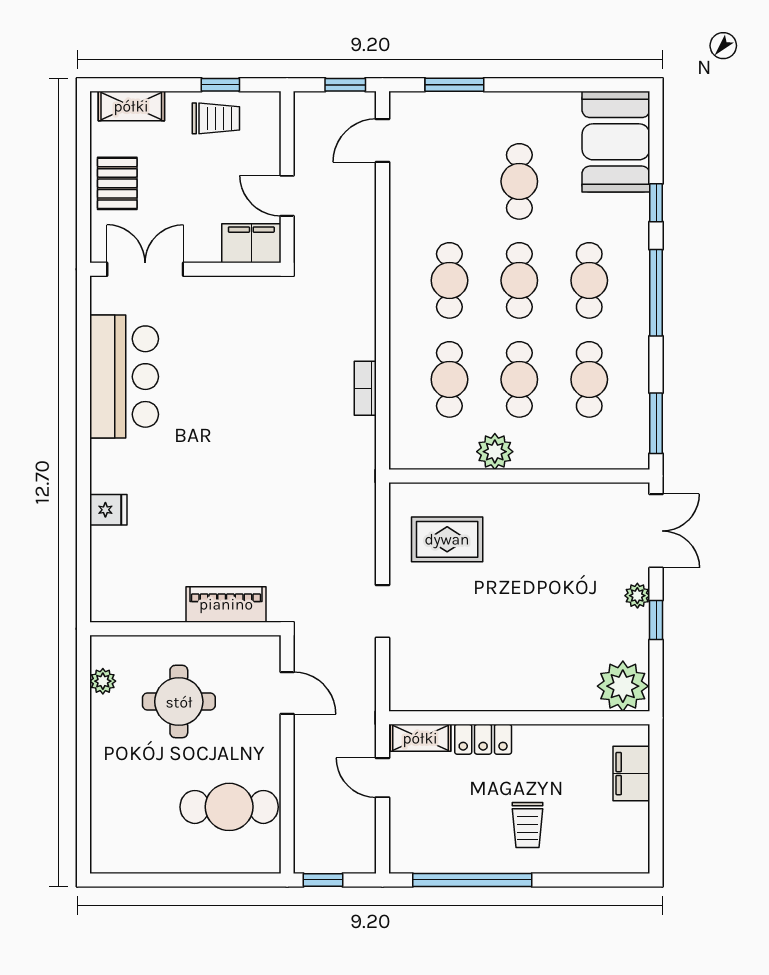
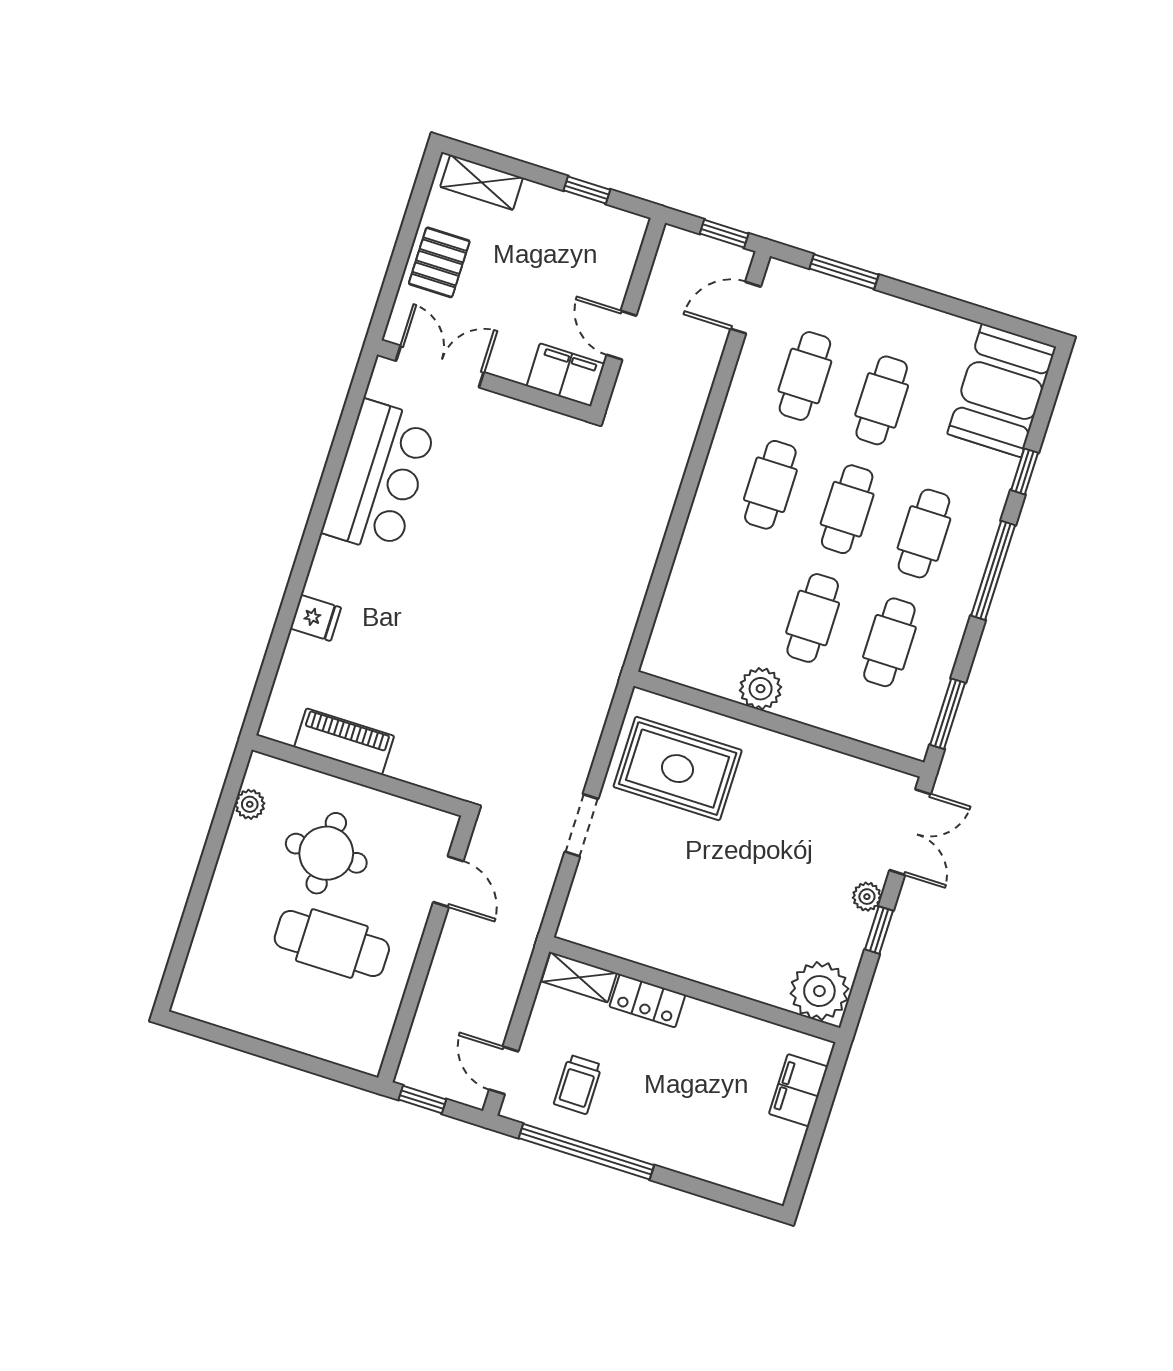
trolley: (216, 118) -> (570, 225), removed
cafe table: (449, 379) -> (805, 376), moved
bookcase: (365, 388) -> (640, 574), removed
rug: (447, 539) -> (678, 769), width x1.36, depth x1.43
piano: (226, 604) -> (344, 742), moved
door: (383, 778) -> (504, 1070), moved
cafe table: (229, 807) -> (332, 943), moved
trolley: (528, 825) -> (578, 1084), moved

